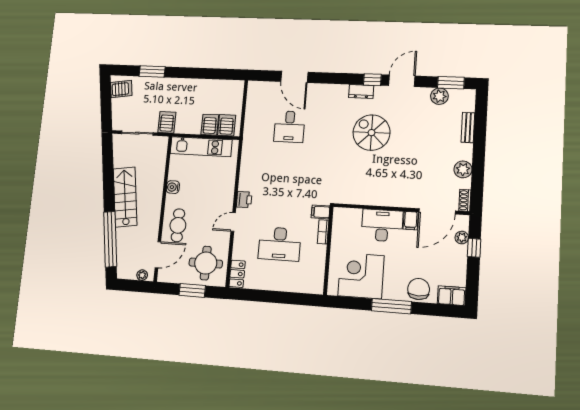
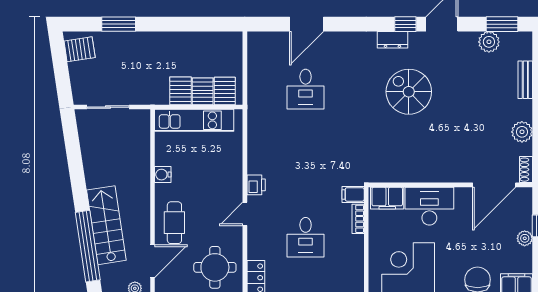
door: (294, 77) -> (307, 24), hinge flipped
server rack: (167, 122) -> (180, 91), moved
stairs: (125, 197) -> (106, 225), moved
filing cabinet: (411, 221) -> (387, 198), moved, width x2.00
plant: (462, 238) -> (525, 238), moved
desk: (280, 244) -> (306, 237), width x0.73

